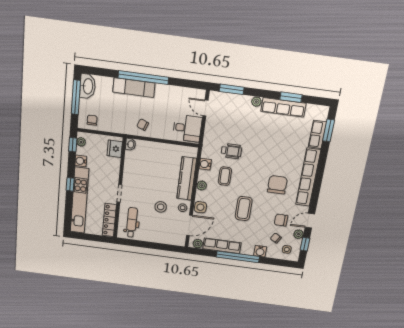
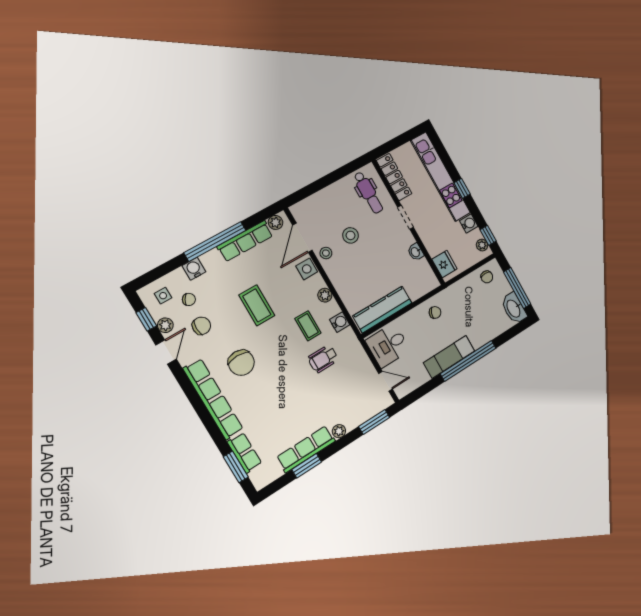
exam couch: (134, 88) -> (449, 357), moved
washbasin: (130, 144) -> (416, 252), moved
kitchen counter: (187, 179) -> (382, 309), moved, turned -90

